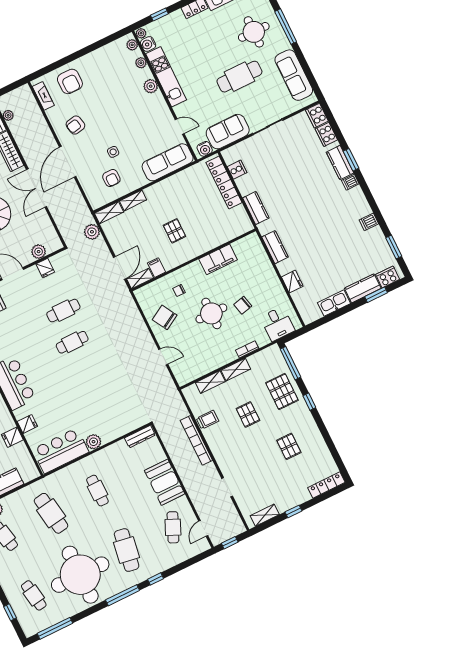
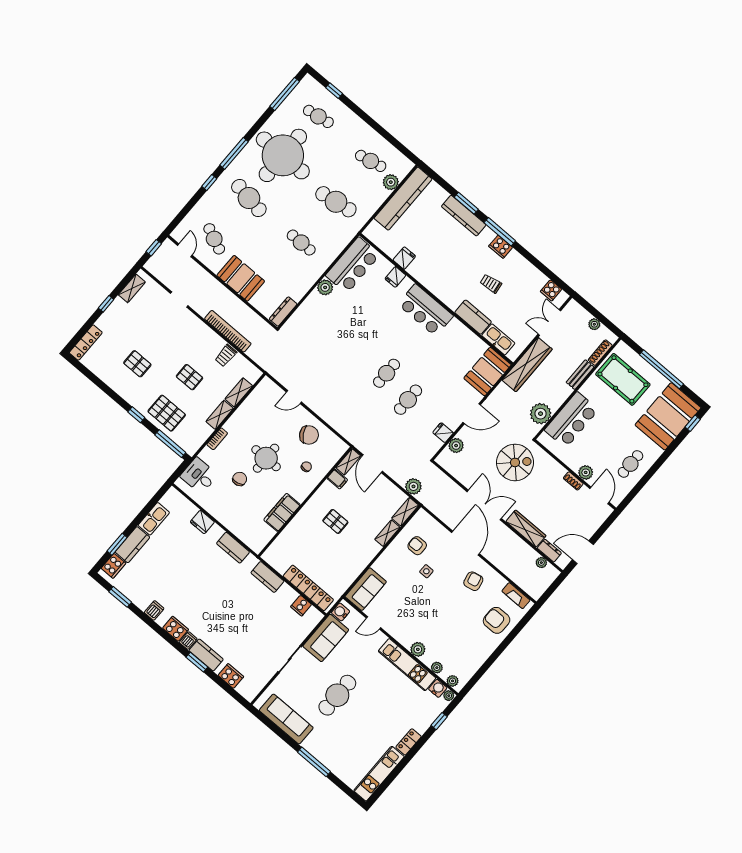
round table: (254, 32) -> (342, 744), removed
cooker: (317, 116) -> (175, 629), moved
sofa: (168, 162) -> (366, 589), width x0.73

